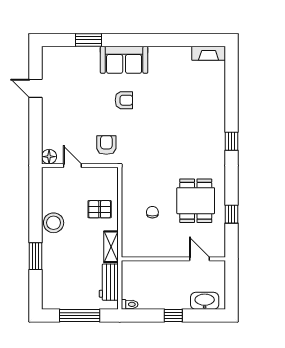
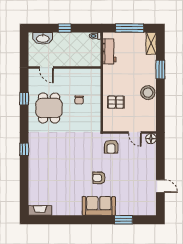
shelving: (111, 247) -> (151, 43), moved

